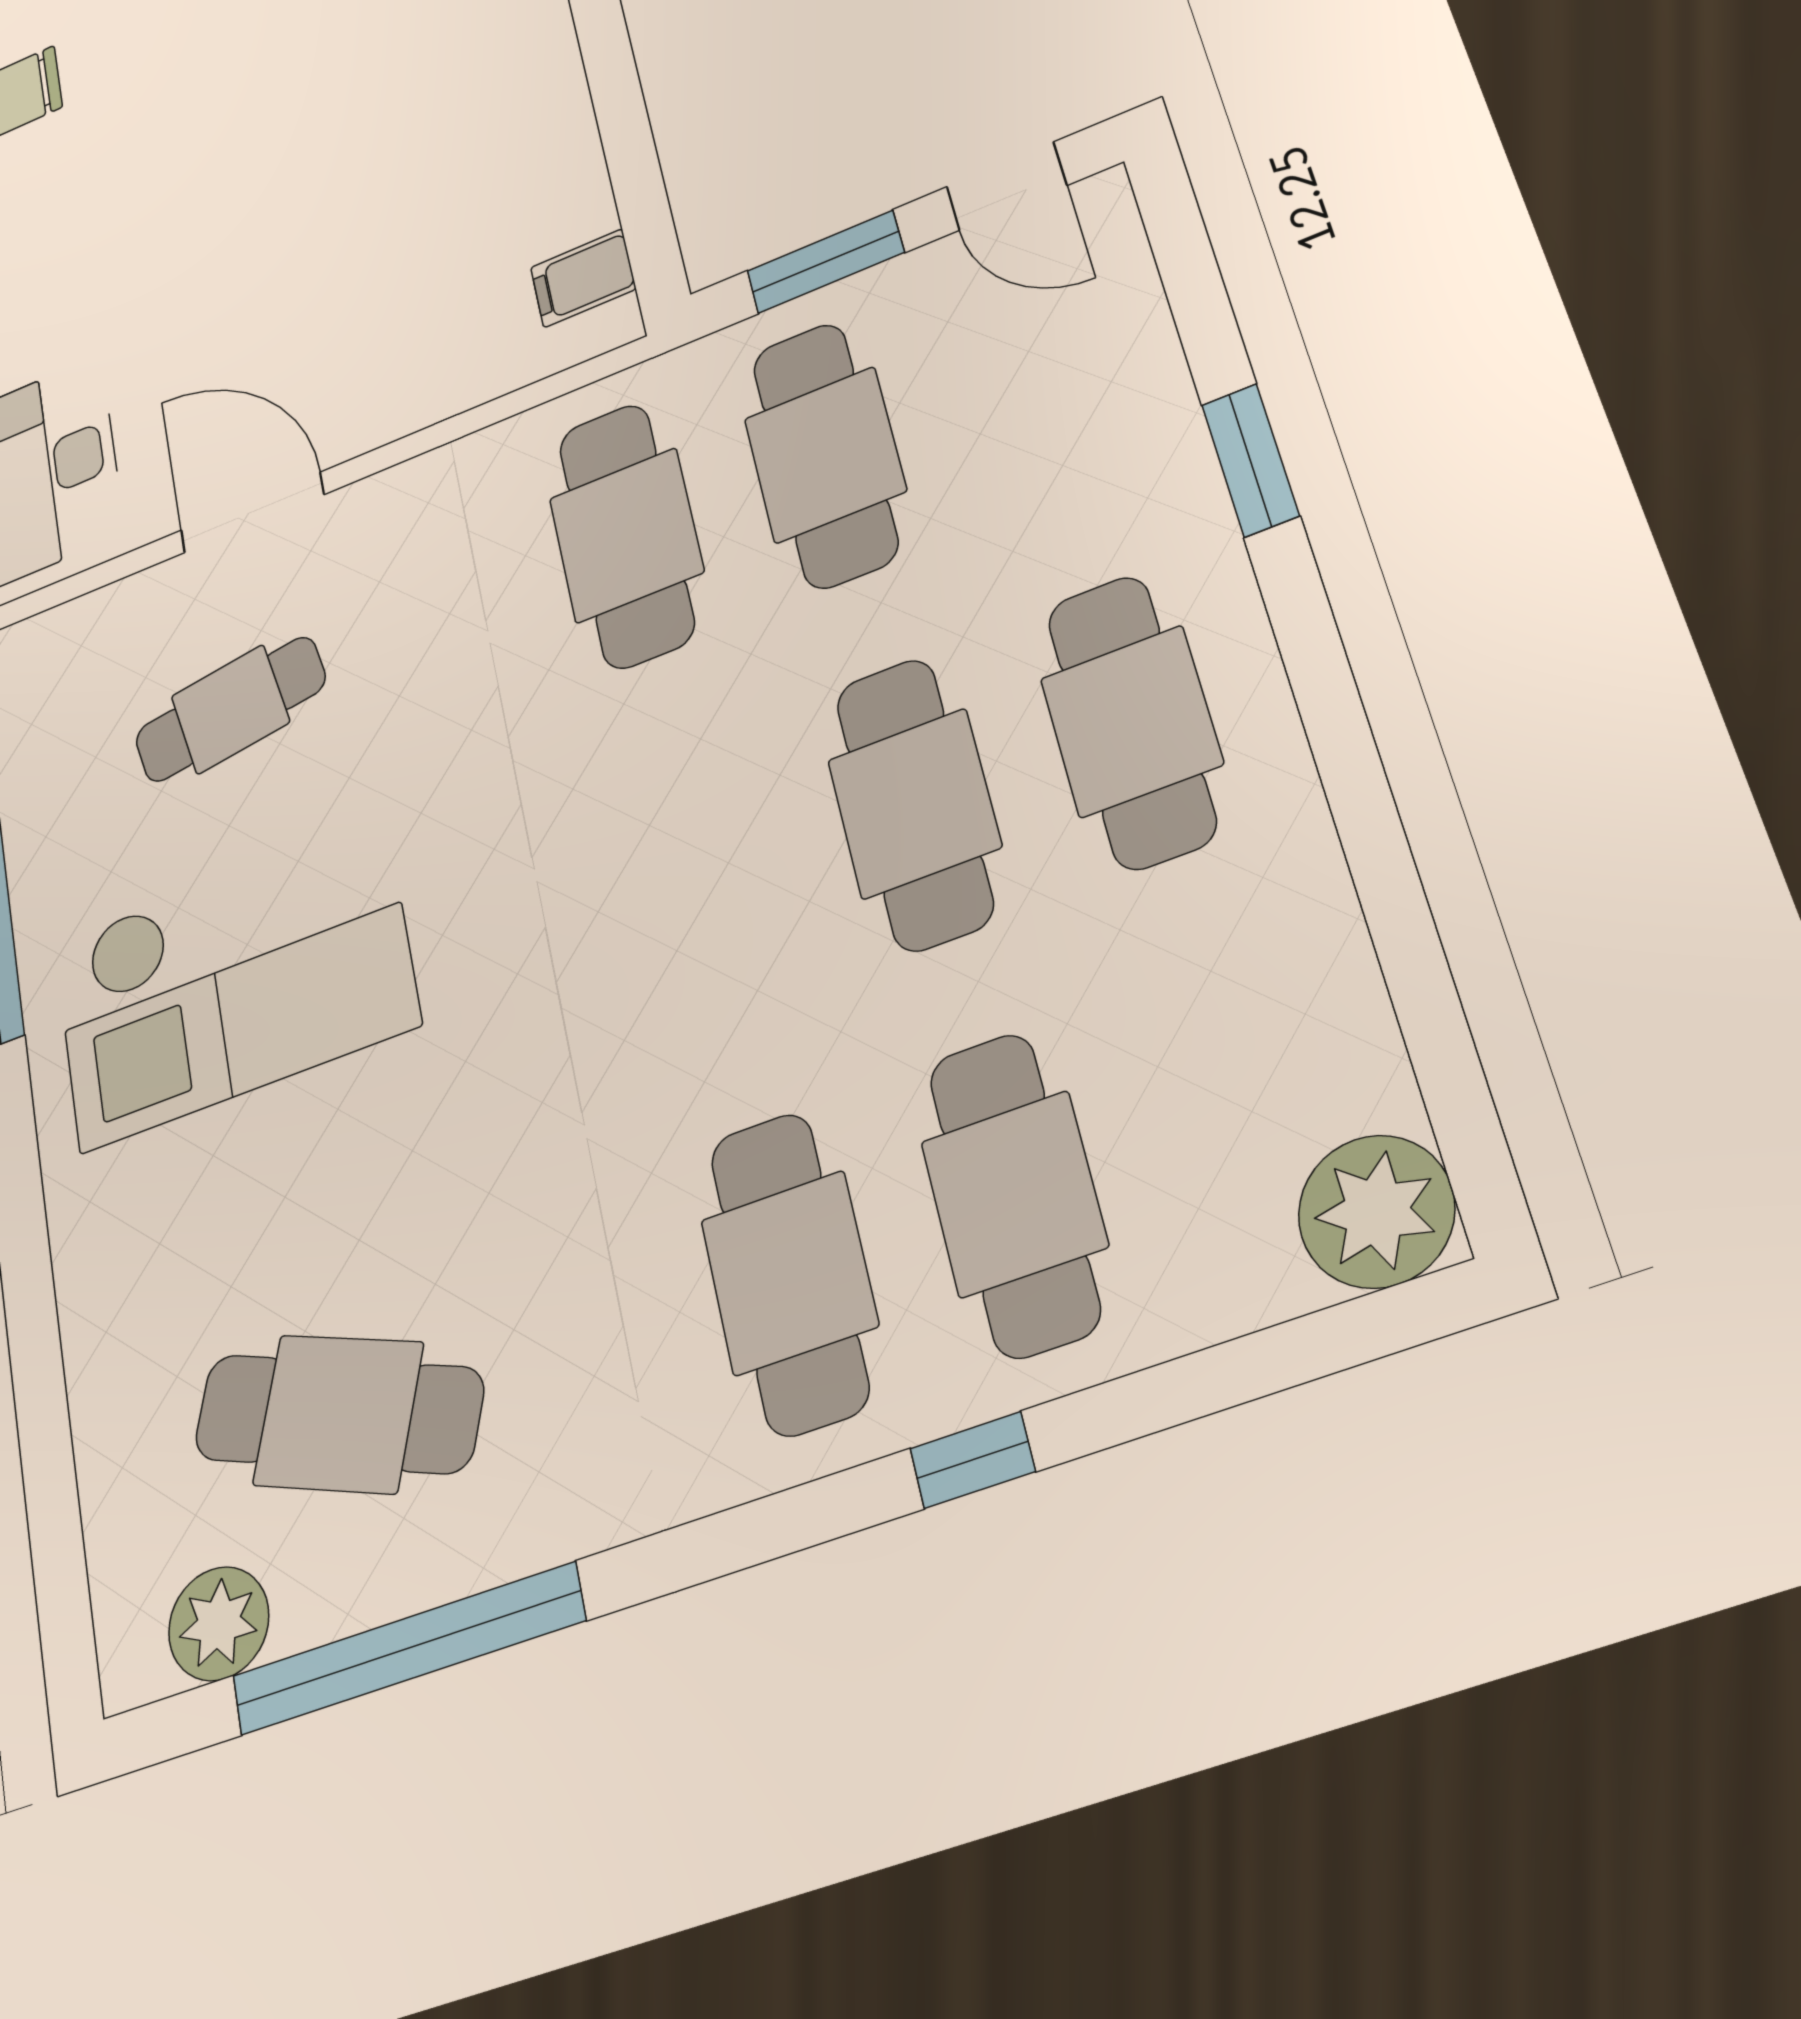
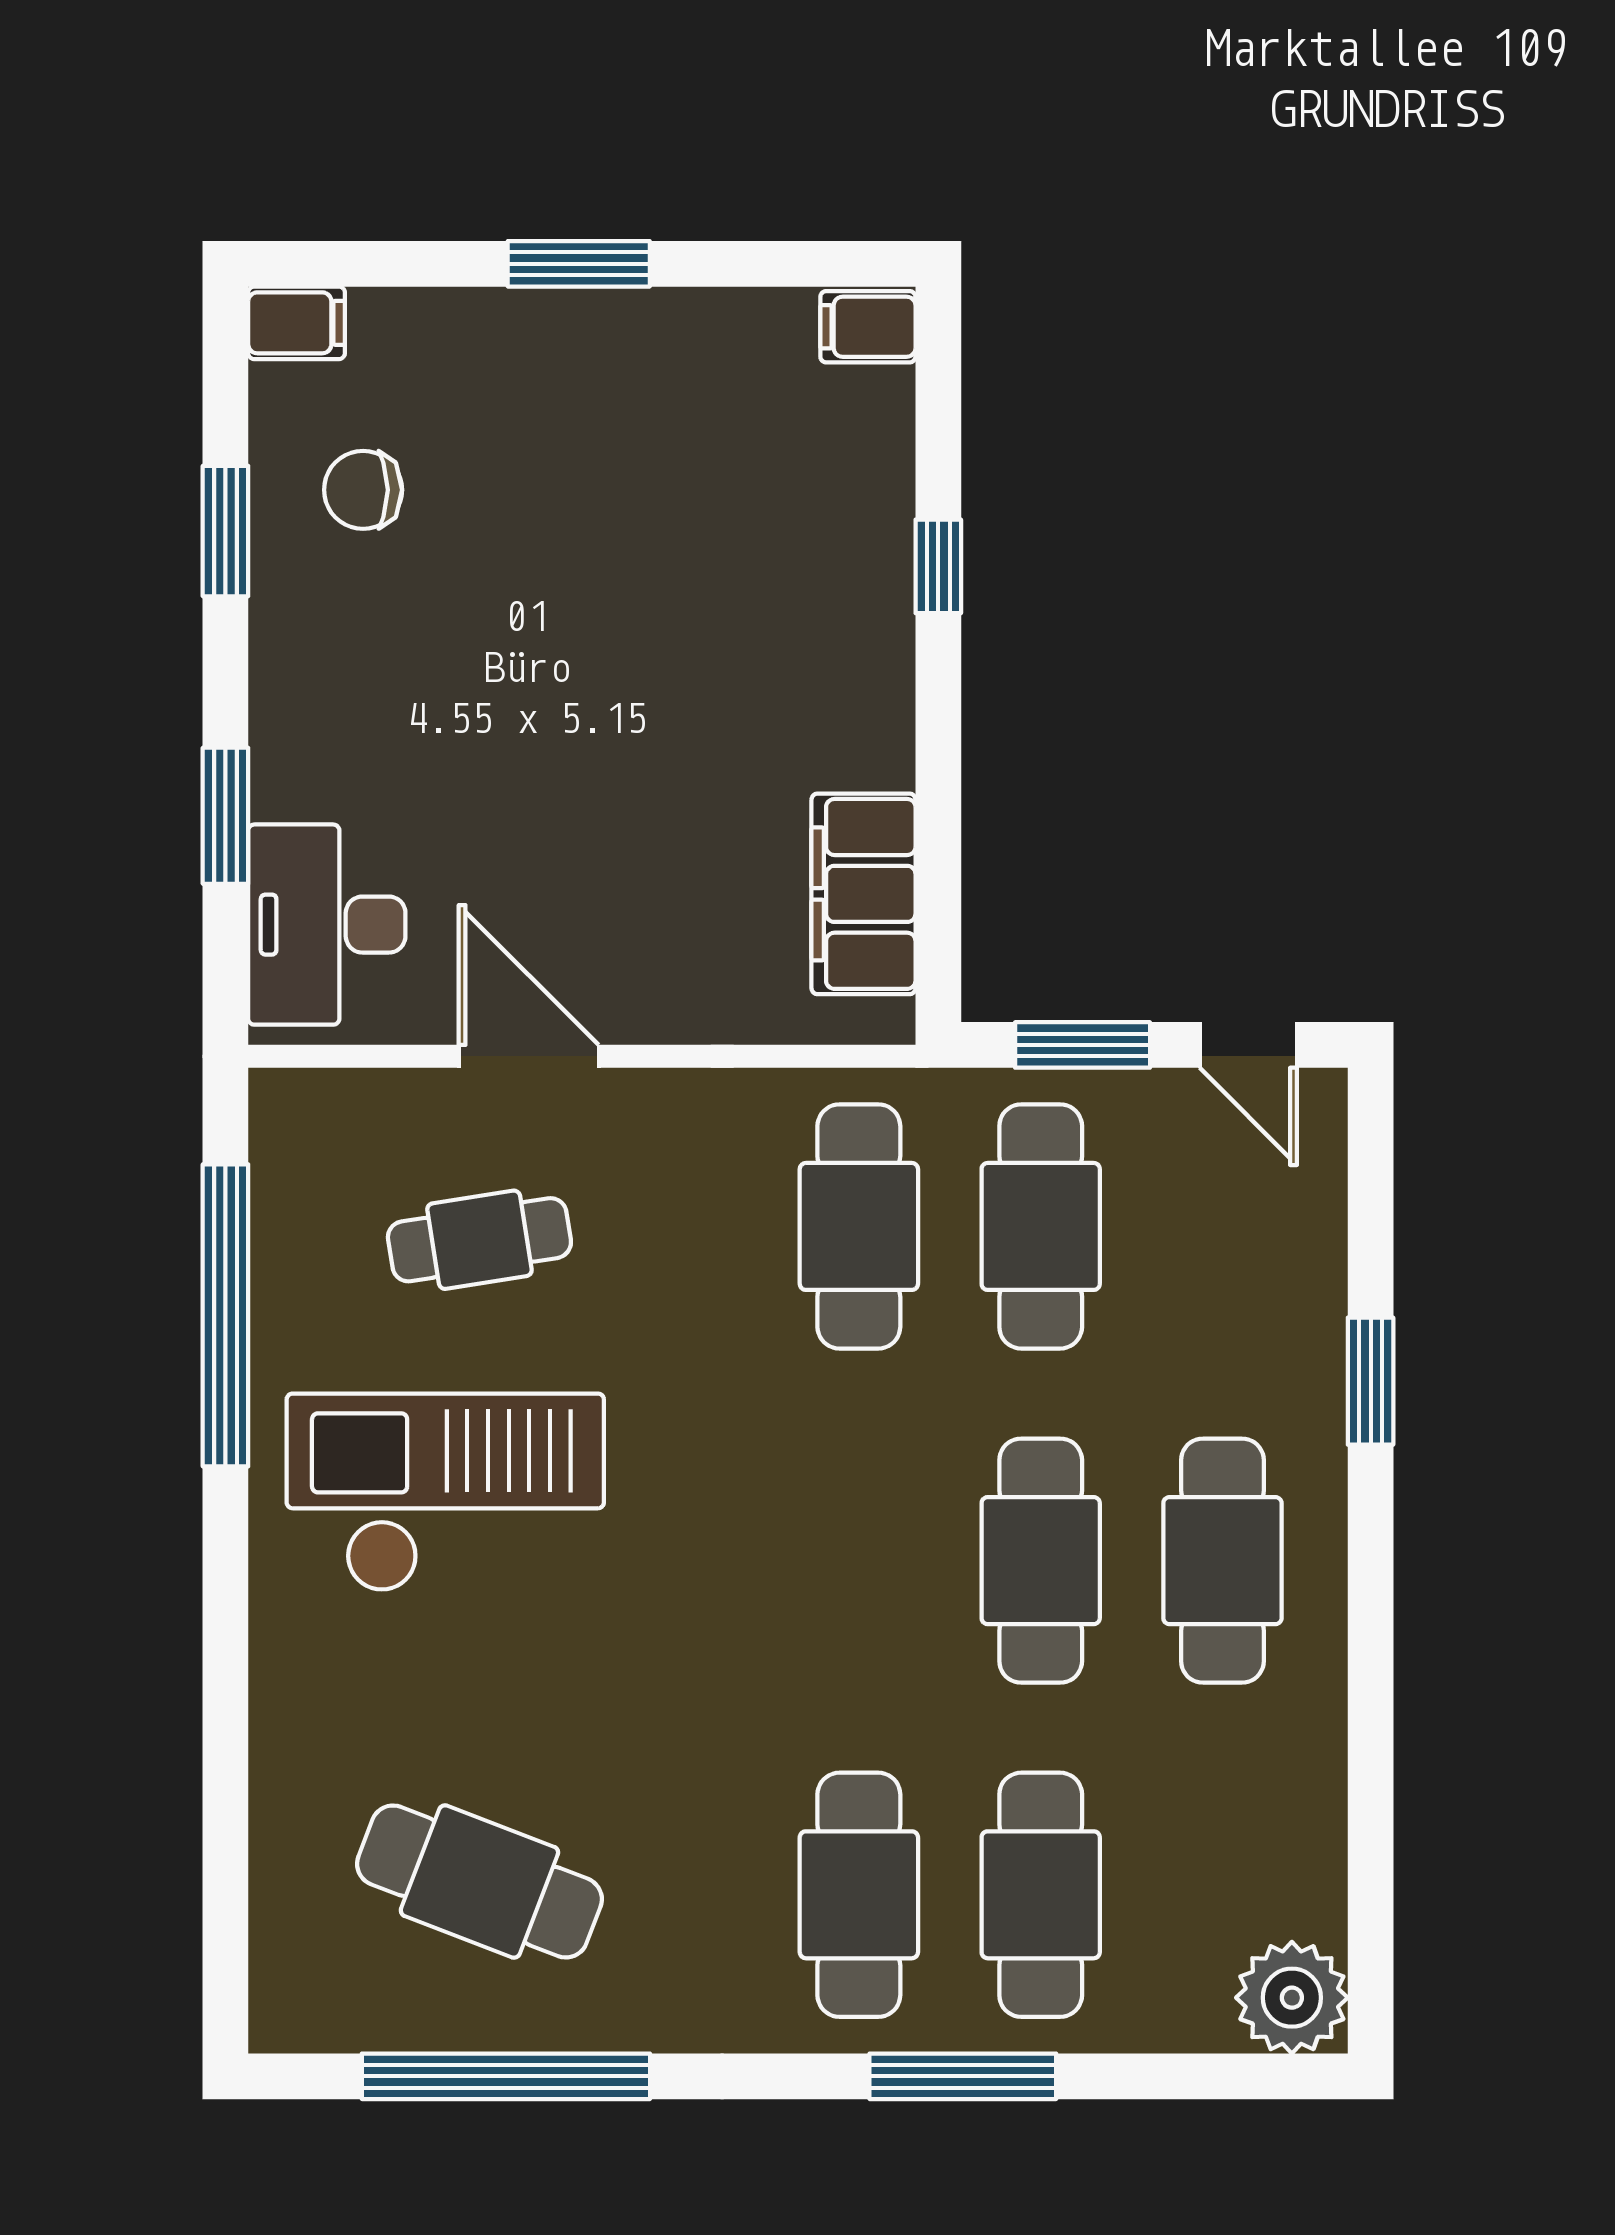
filing cabinet: (583, 278) -> (864, 894), width x3.00, depth x1.17
checkout: (234, 983) -> (445, 1492), turned 180
window: (973, 1460) -> (963, 2076), width x2.17
plant: (219, 1624) -> (355, 2011), removed

